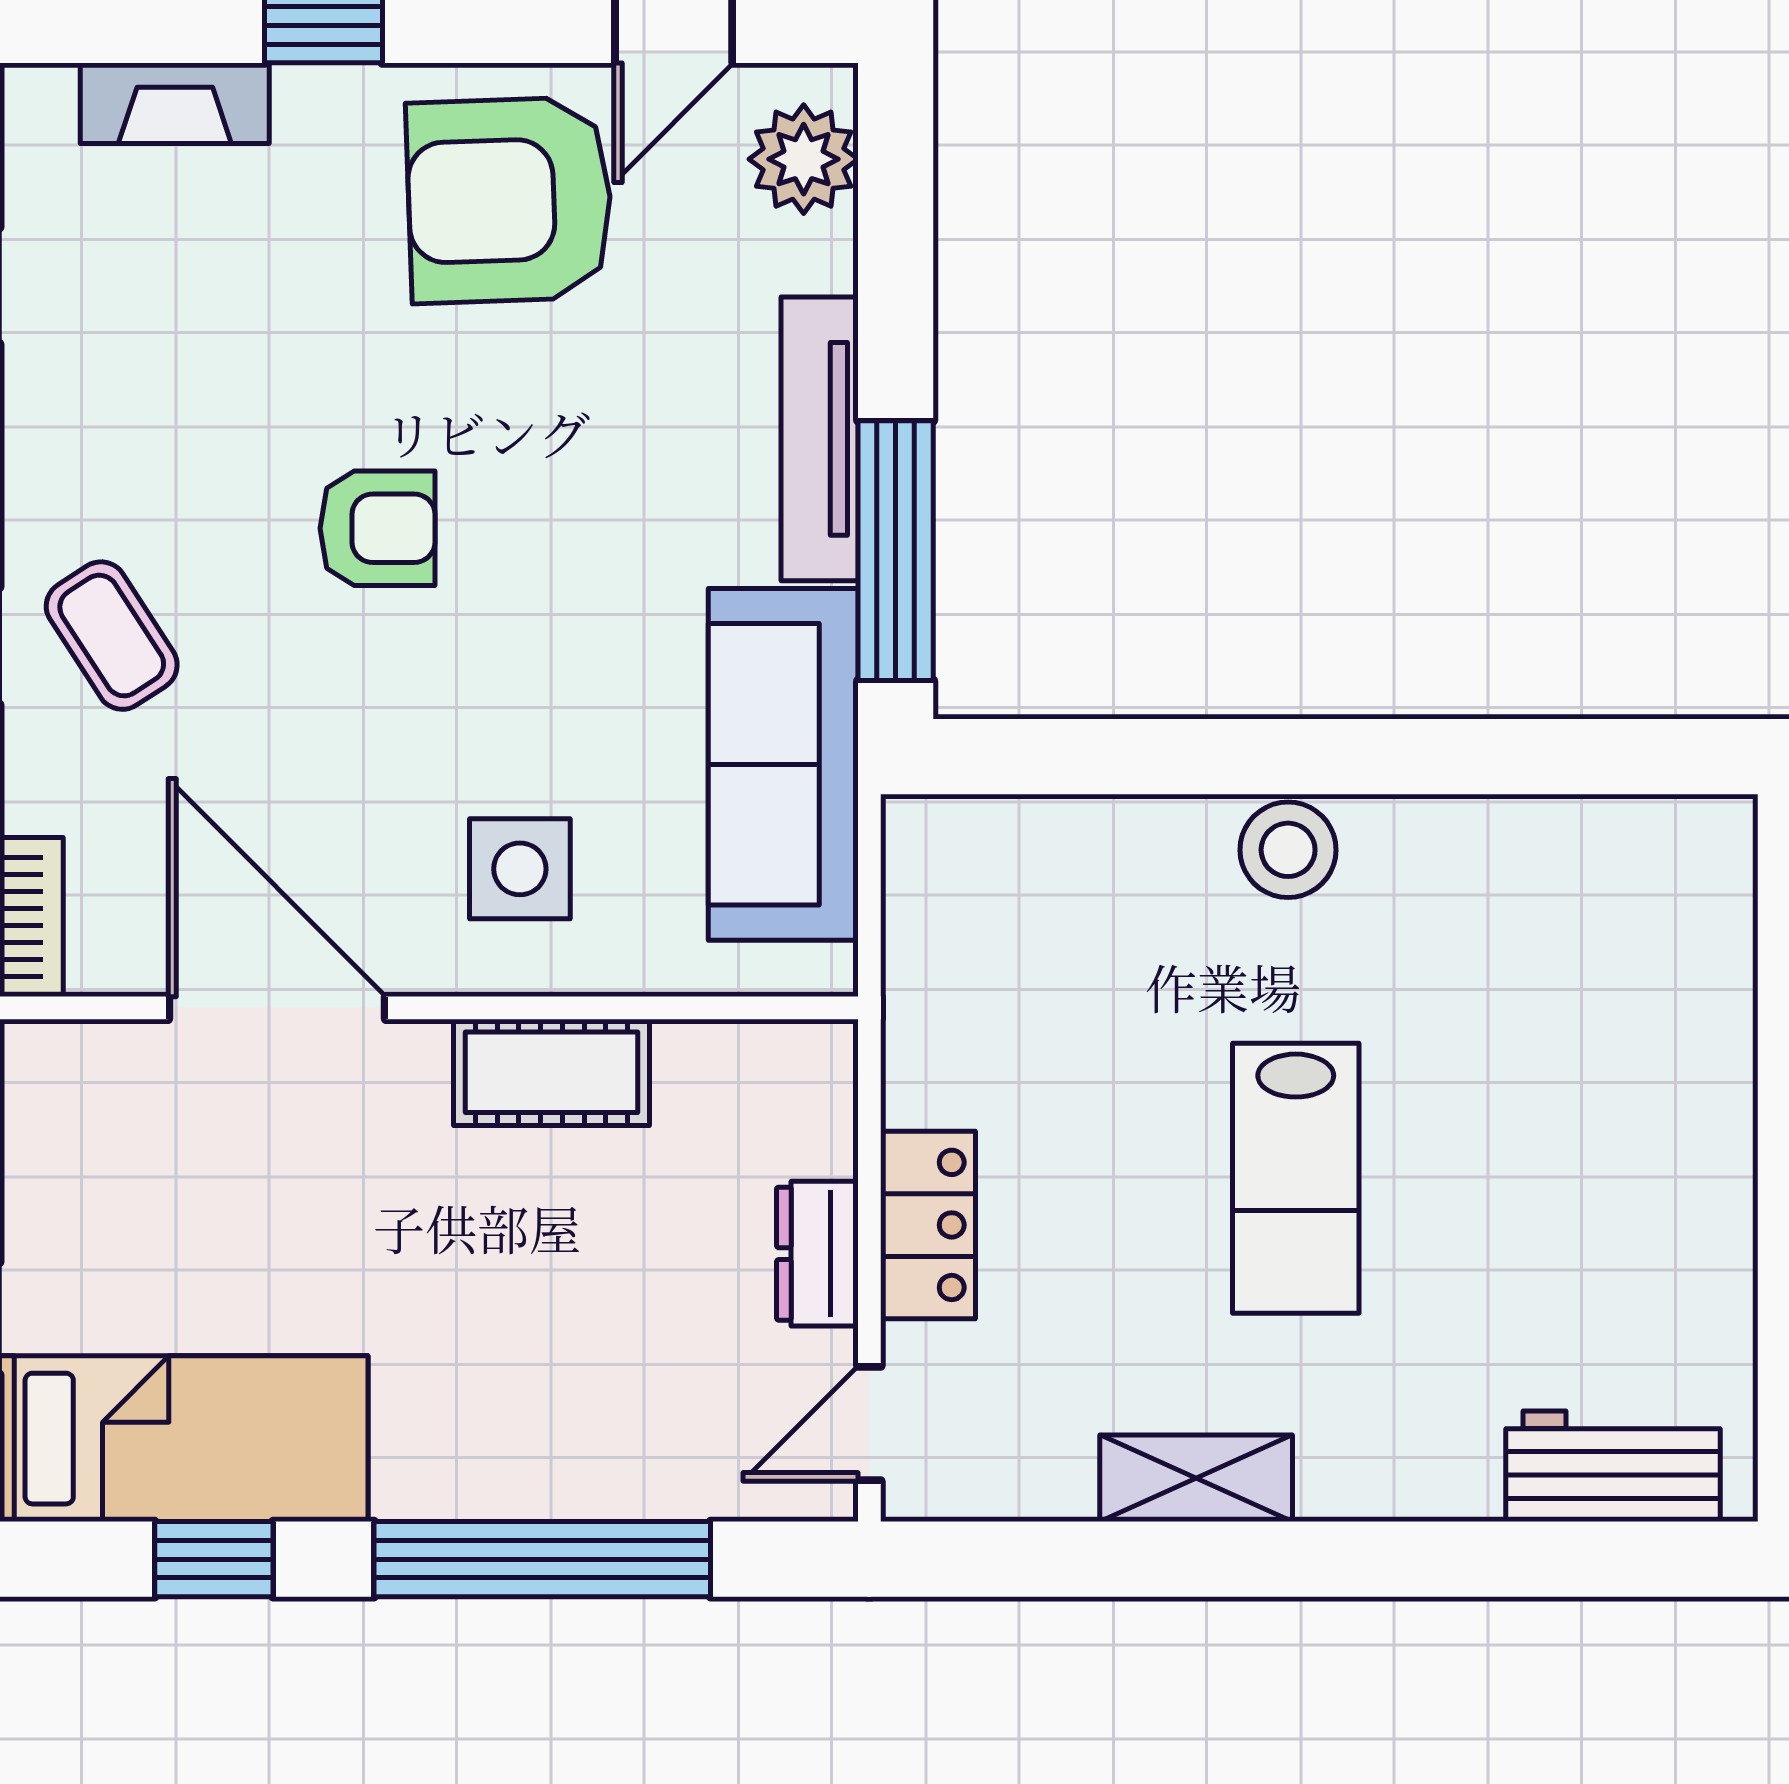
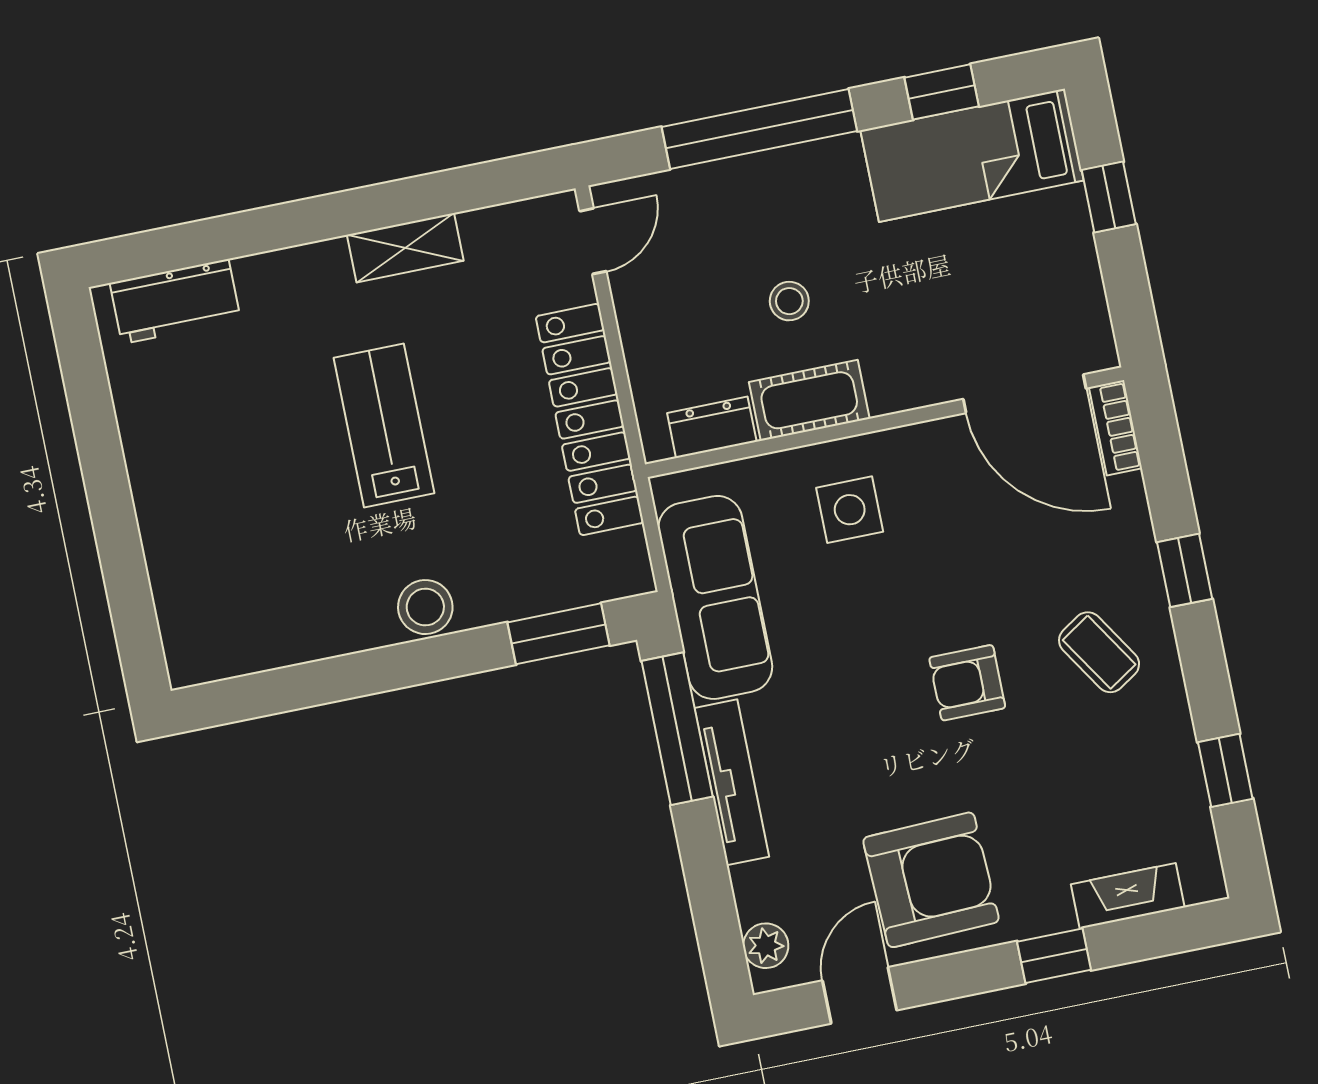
plant: (804, 159) -> (766, 946), width x0.73, depth x0.73
coffee table: (112, 636) -> (1099, 652), moved
window: (1067, 757) -> (558, 634), added
door: (277, 1008) -> (1025, 394), moved
locker: (928, 1225) -> (590, 420), width x2.16, depth x1.21
stool: (551, 1251) -> (789, 301), added
dresser: (817, 1254) -> (712, 427), moved, turned -90

